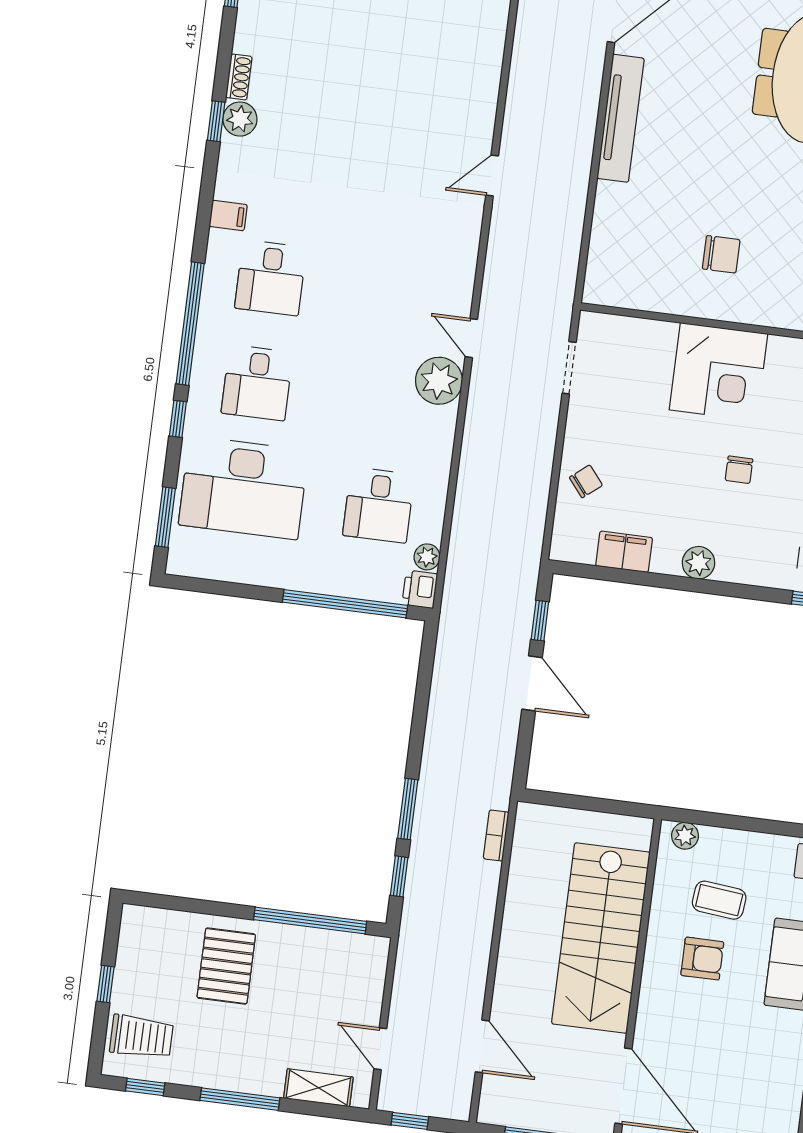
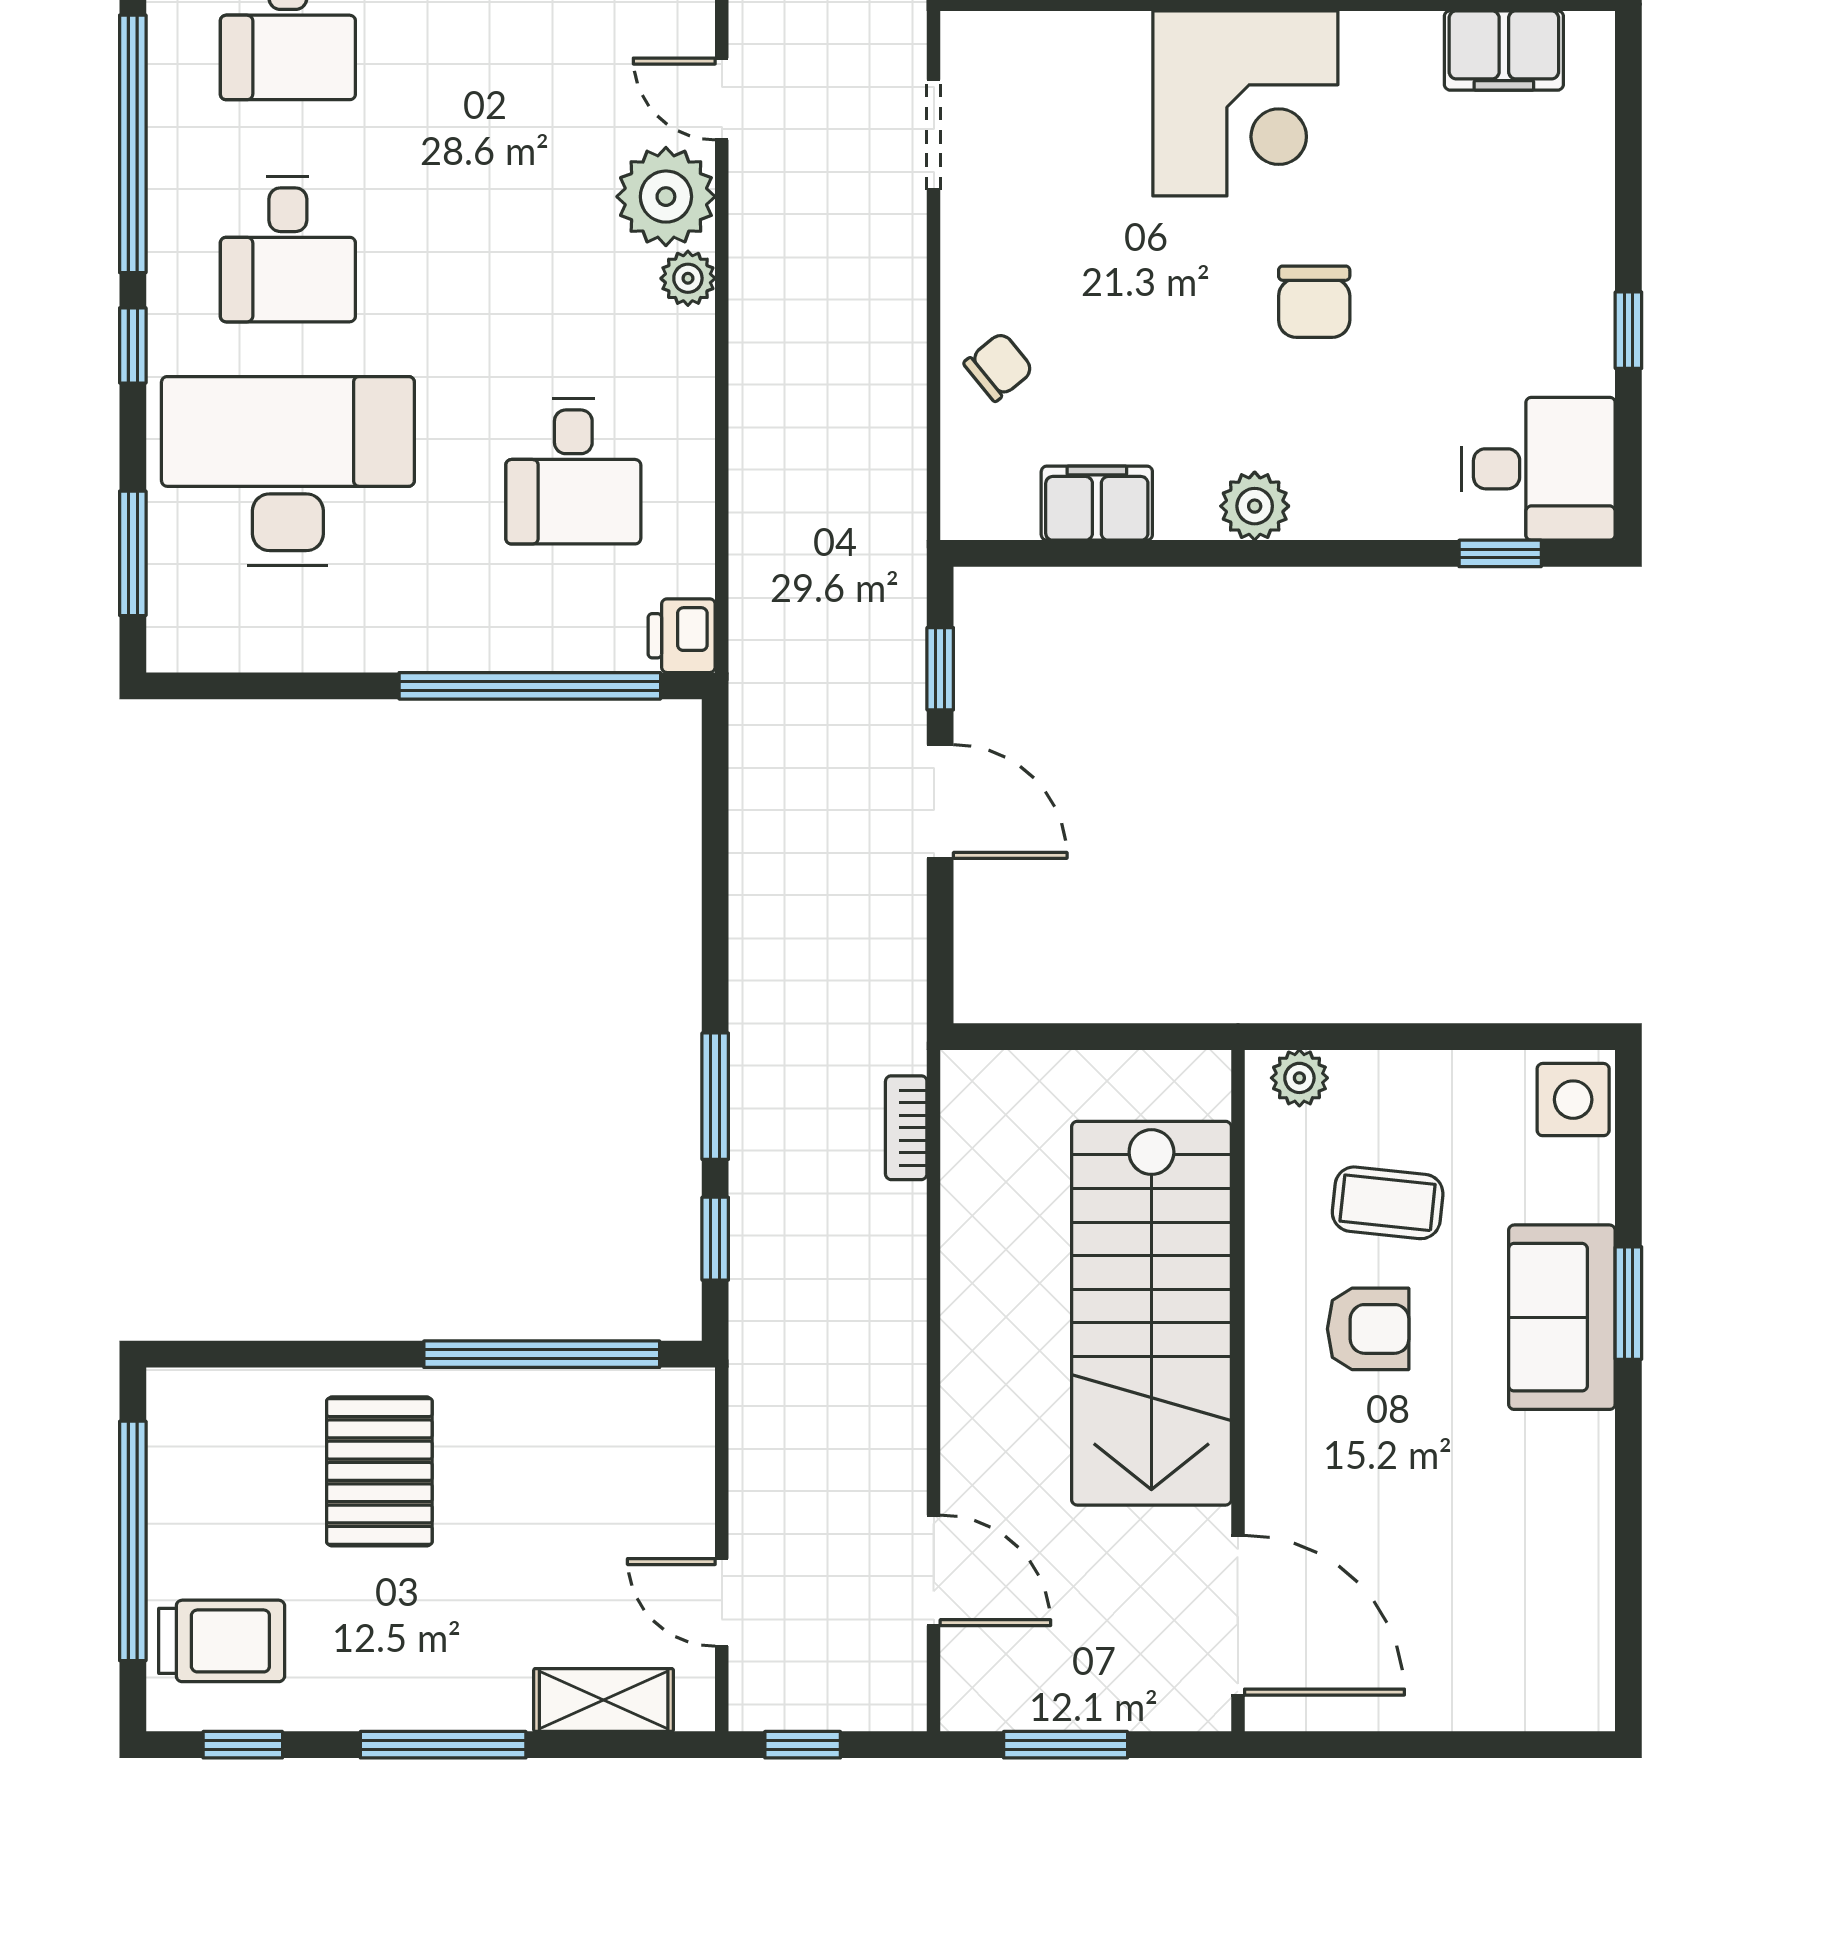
chair: (739, 470) -> (1314, 302), width x1.37, depth x1.37
desk: (244, 488) -> (288, 471), turned 180
plant: (427, 557) -> (688, 278), moved
window: (106, 984) -> (133, 1541), width x3.17

